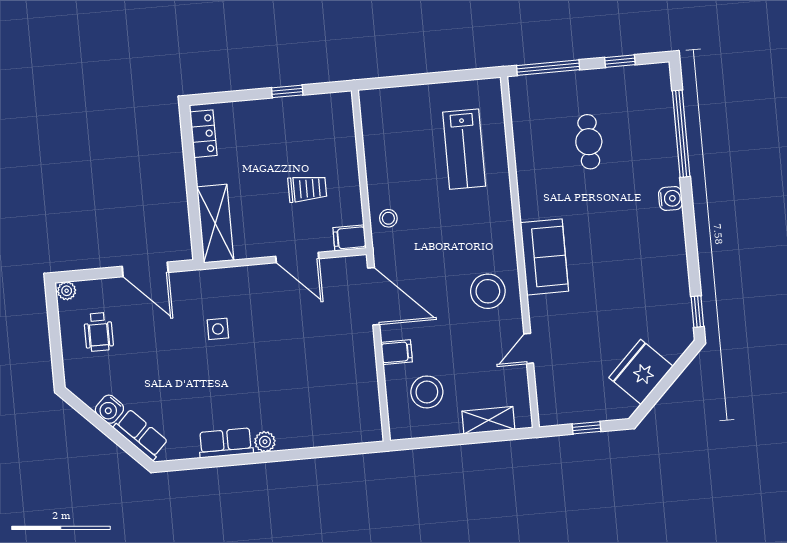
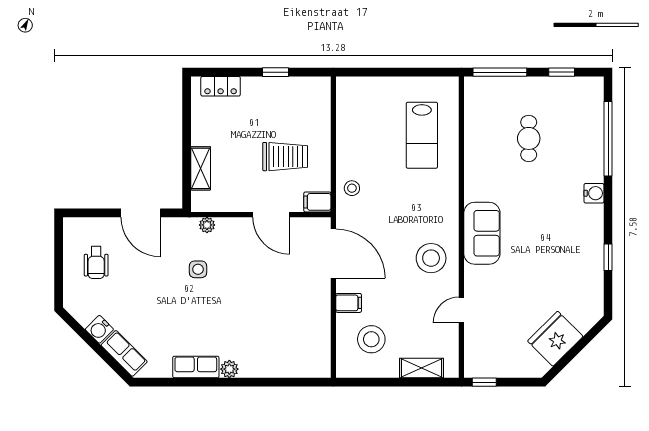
locker: (203, 134) -> (221, 86), moved, turned 90
trolley: (307, 189) -> (285, 157), width x1.36, depth x1.39
shelving: (215, 223) -> (201, 168), width x0.67, depth x0.75
plant: (67, 291) -> (207, 225), moved
window: (697, 312) -> (608, 257), moved
window: (587, 428) -> (484, 382), moved

